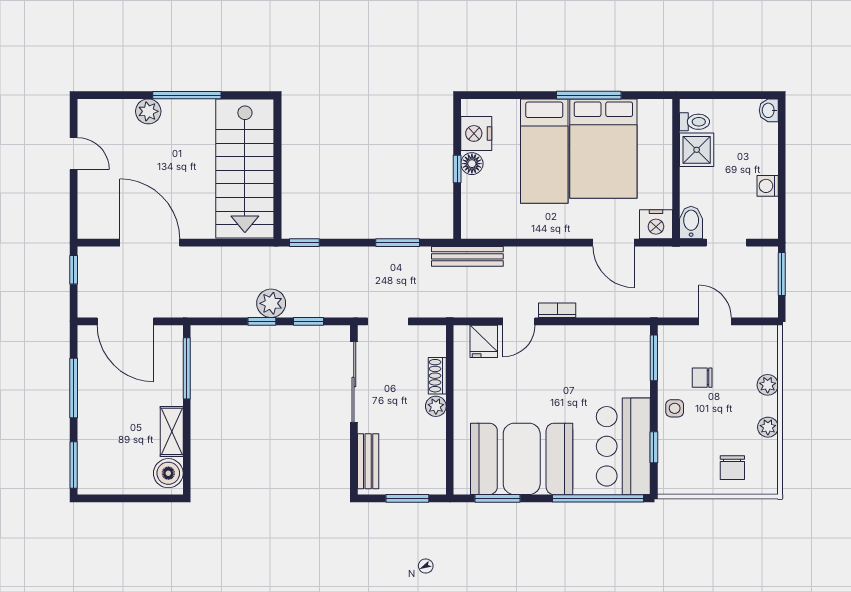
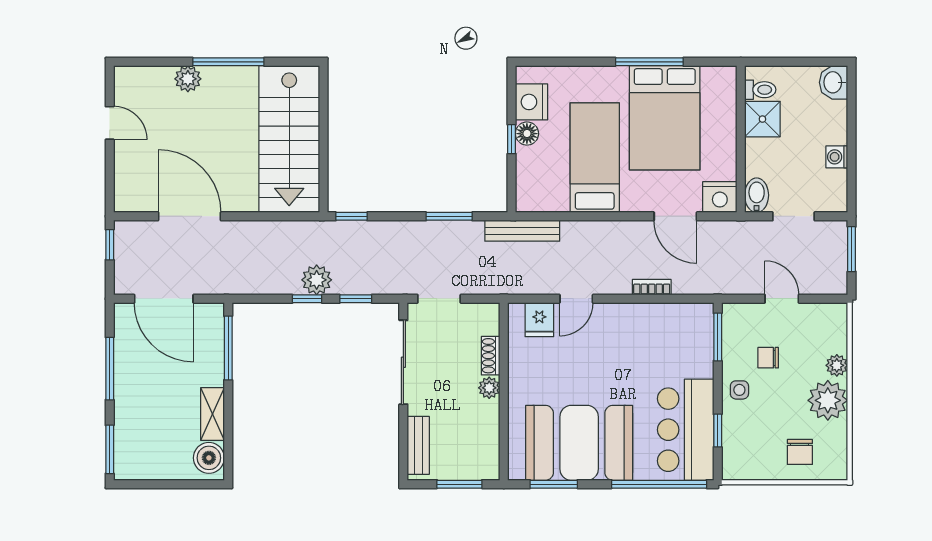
washbasin: (769, 110) -> (834, 82), width x1.38, depth x1.45
bed: (544, 151) -> (595, 158), moved, turned 180
bookcase: (557, 310) -> (652, 287), moved
plant: (768, 427) -> (828, 400), width x1.88, depth x1.88

